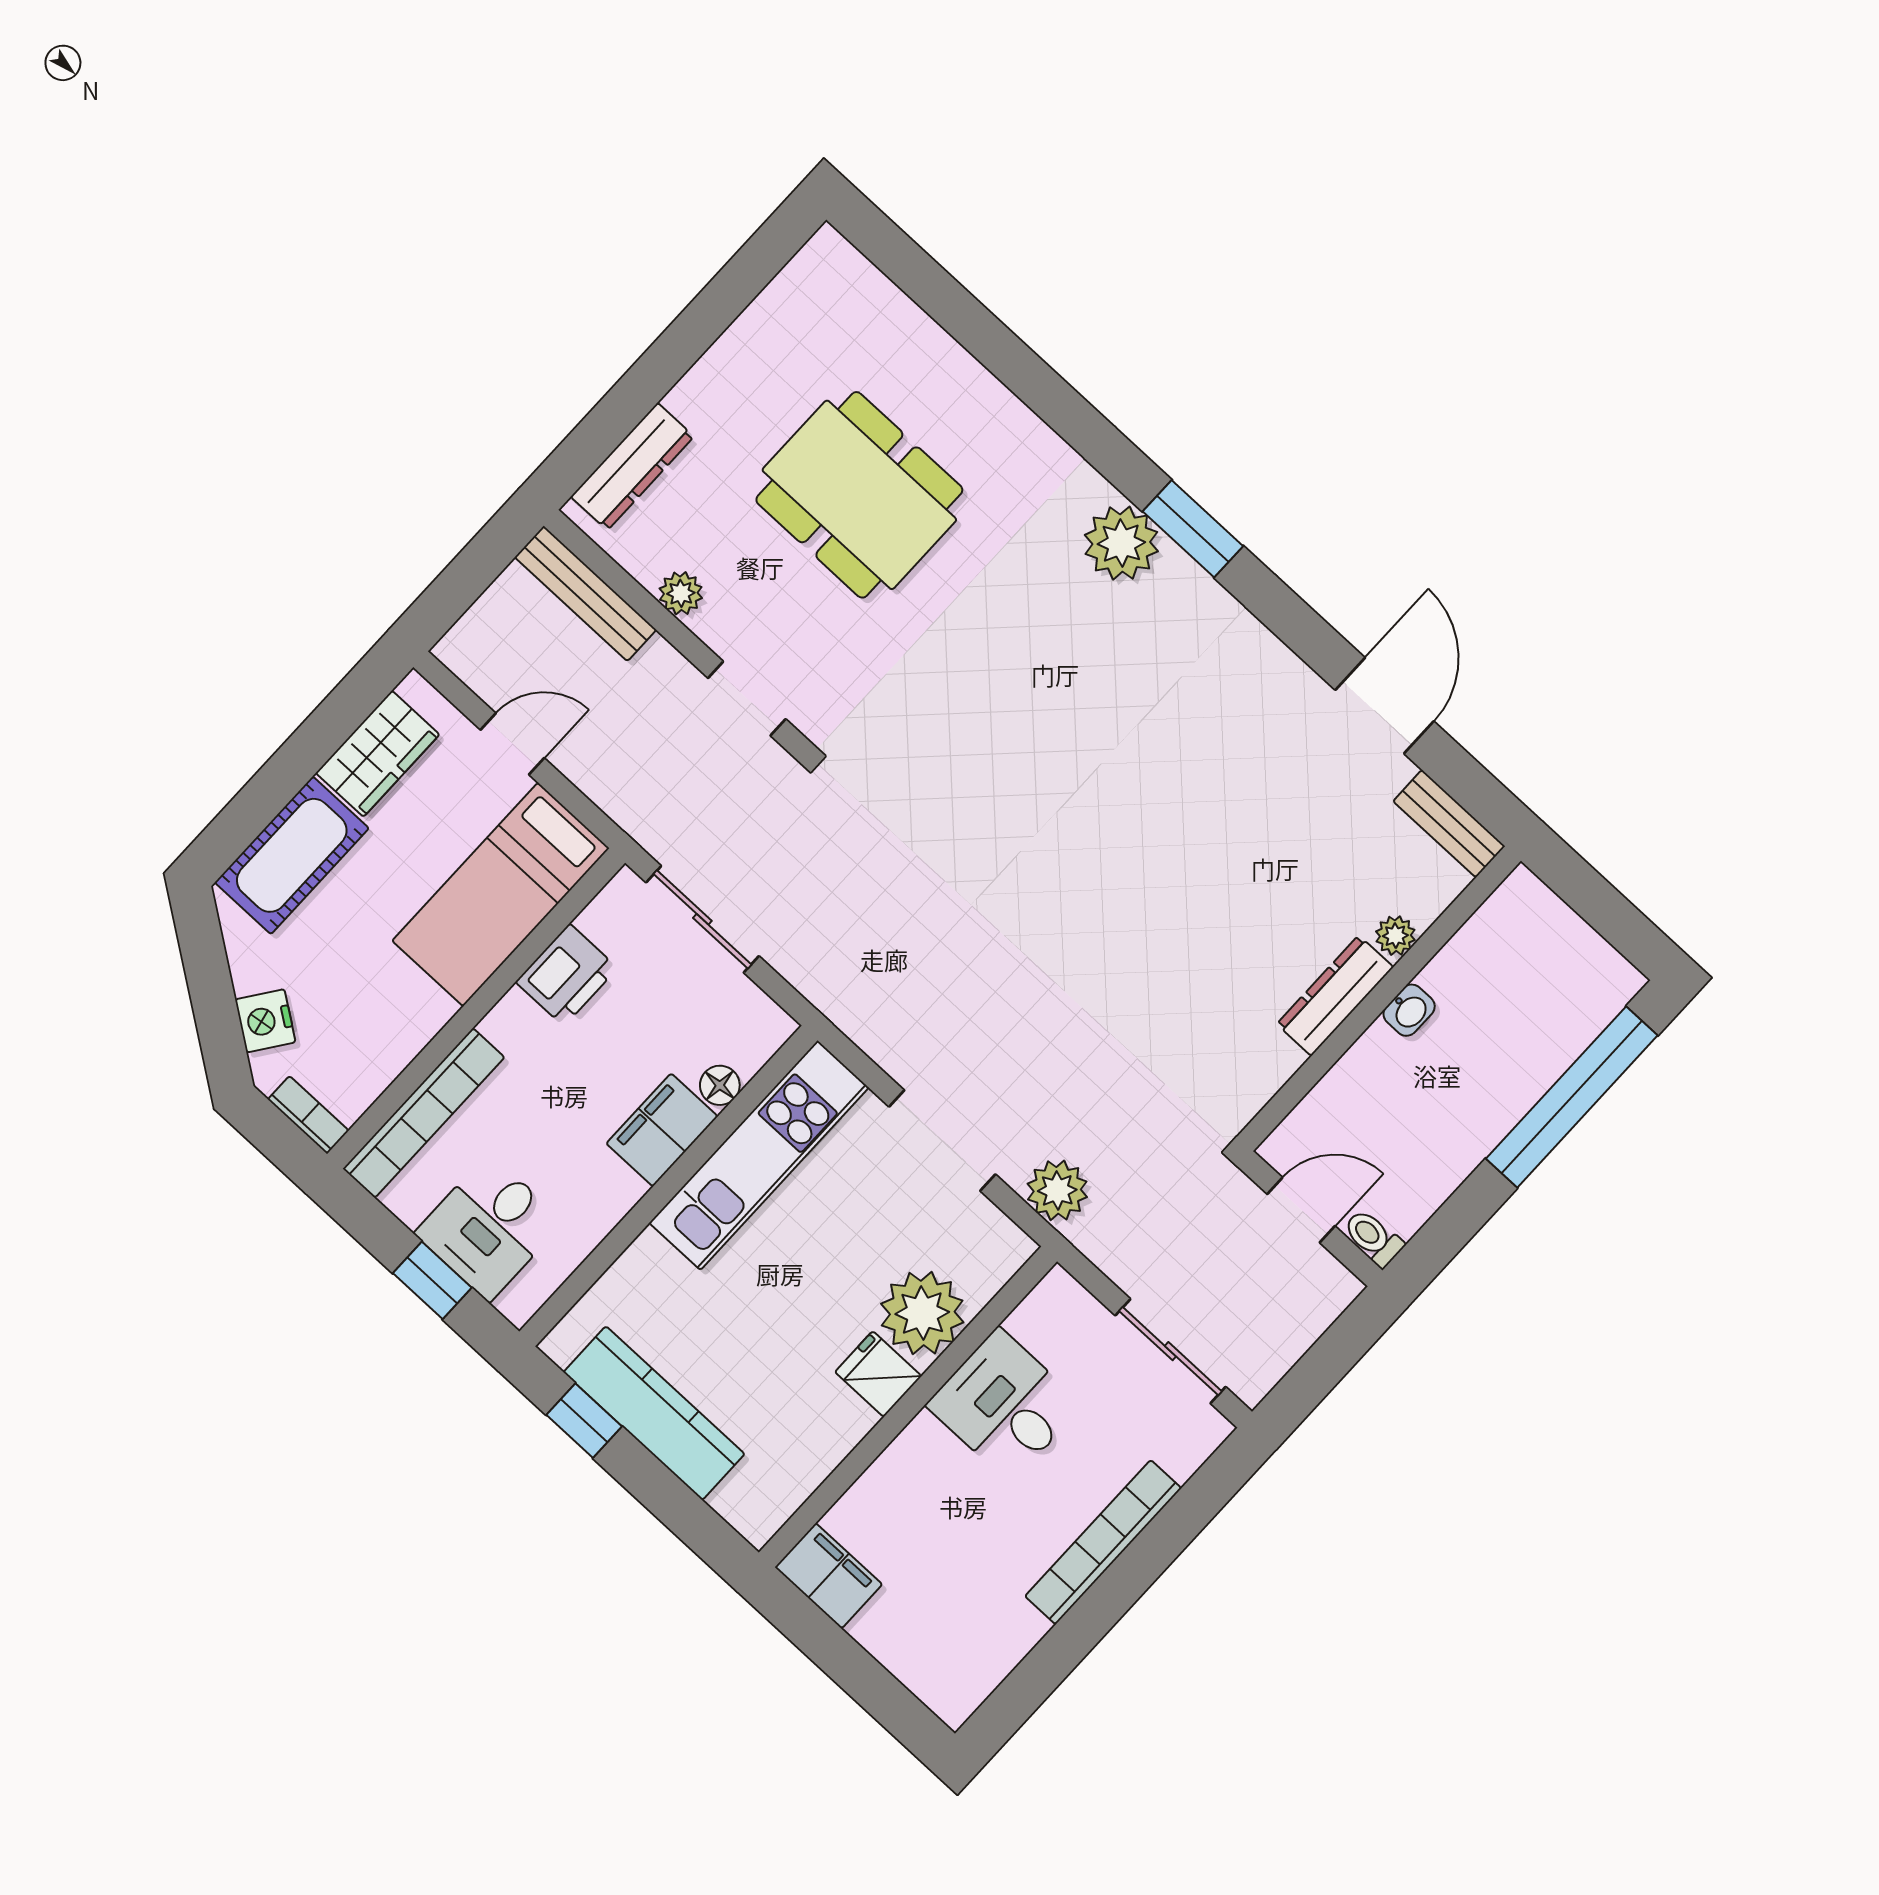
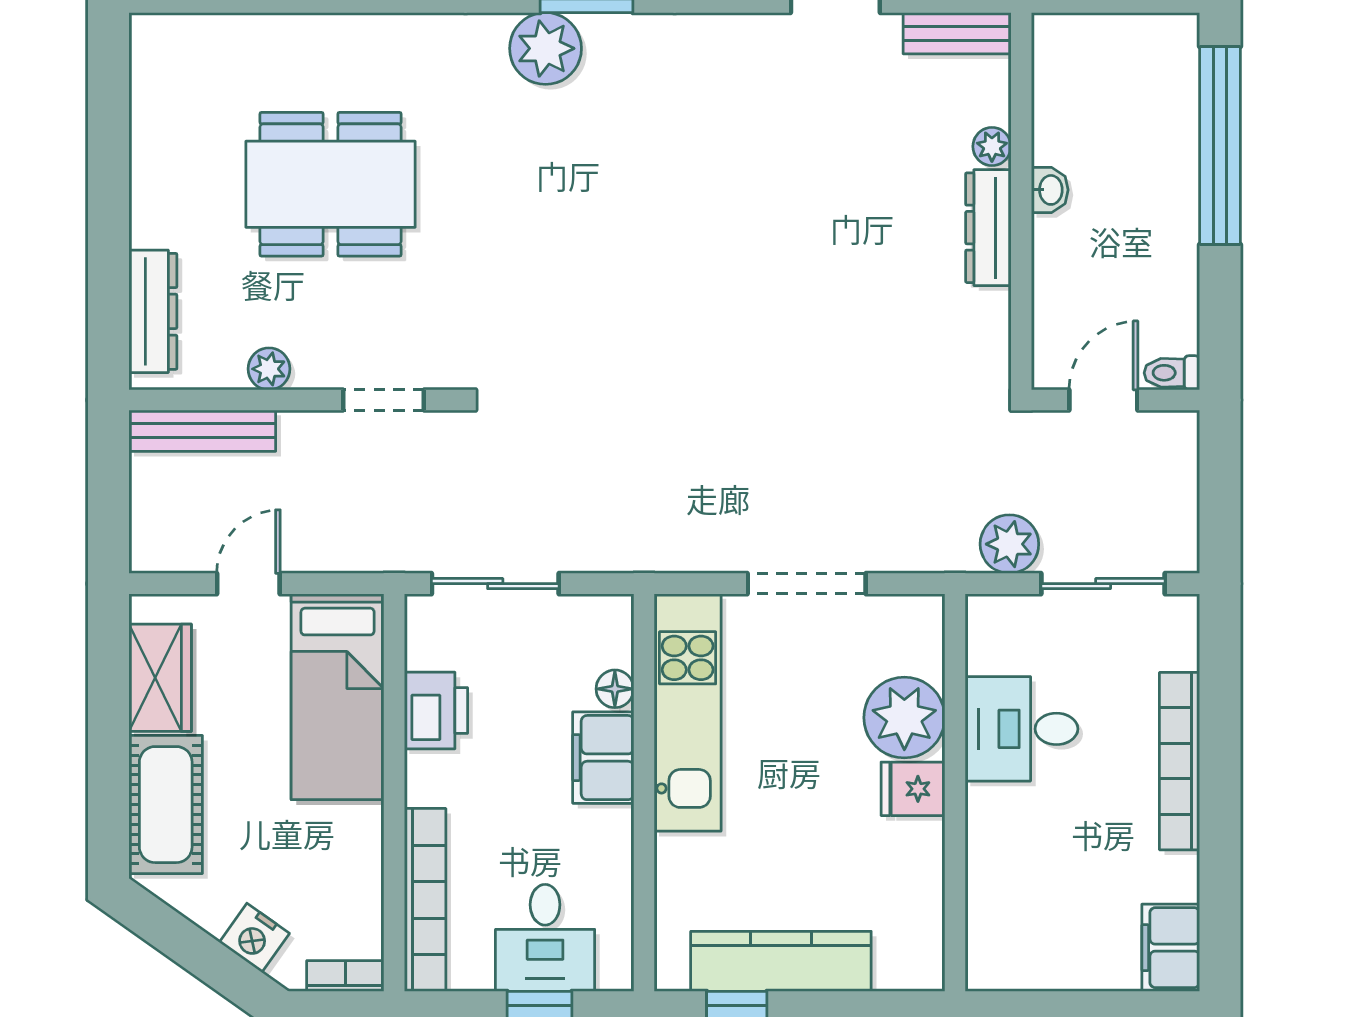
plant: (1057, 1190) -> (1009, 544), moved
filing cabinet: (829, 1576) -> (1171, 948), moved, turned -90

